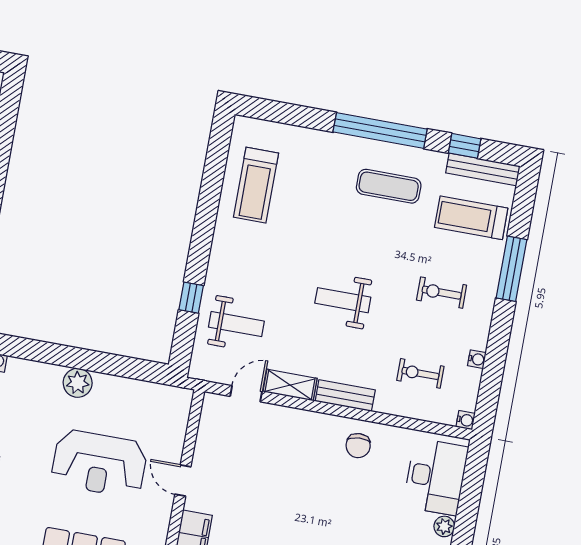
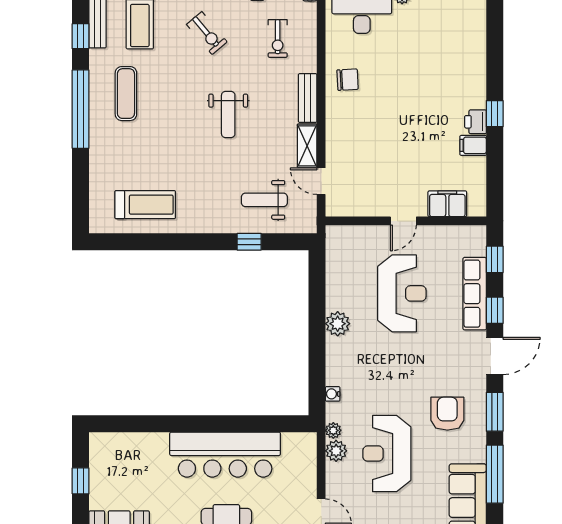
exercise bike: (442, 293) -> (207, 33), turned -40
weight bench: (236, 324) -> (264, 200), turned -90

